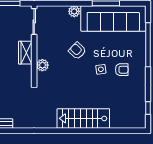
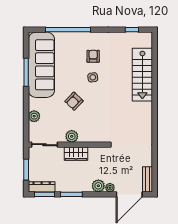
plant: (74, 11) -> (34, 116), moved
plant: (42, 65) -> (72, 136), moved
stairs: (83, 118) -> (142, 75), moved

